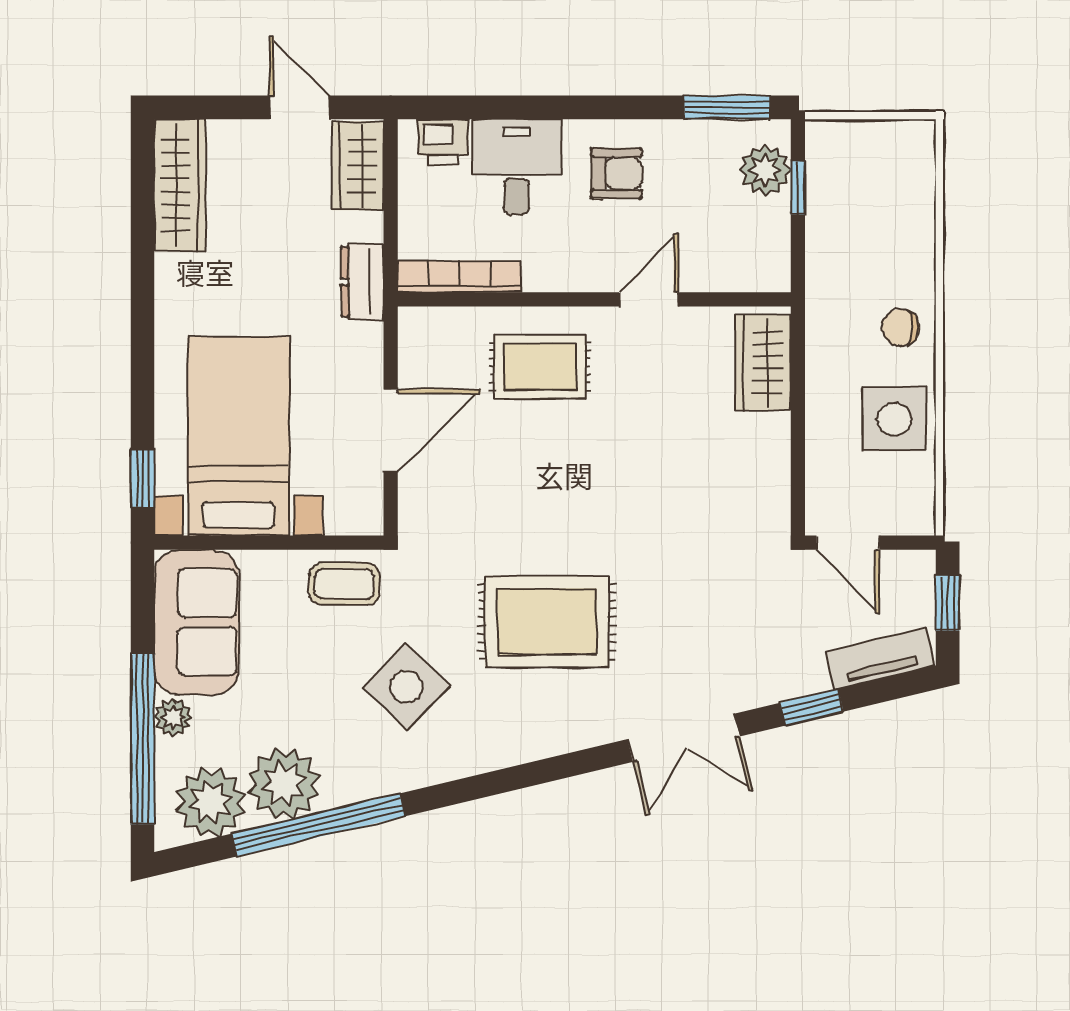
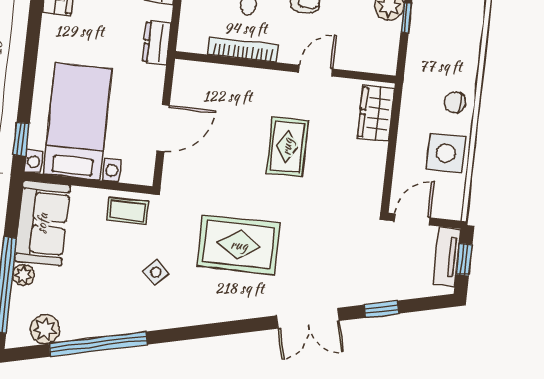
bookcase: (459, 276) -> (243, 50), moved
rug: (540, 367) -> (287, 147), moved, turned 90
door: (848, 543) -> (412, 219), swing flipped
tv unit: (880, 659) -> (447, 256), moved, turned -77
side table: (406, 687) -> (156, 272), width x0.54, depth x0.54
plant: (284, 784) -> (81, 319), removed
plant: (211, 802) -> (45, 329), width x0.73, depth x0.73

